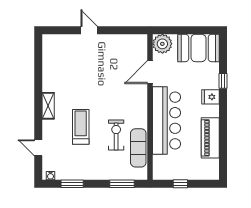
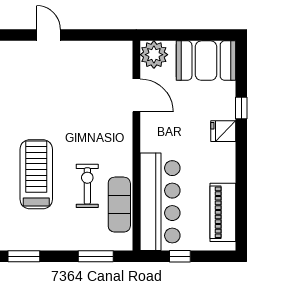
door: (150, 72) -> (136, 95), swing flipped
bar counter: (167, 120) -> (160, 202), moved
treadmill: (81, 127) -> (36, 174), width x1.37, depth x1.38
piano: (210, 138) -> (223, 212), moved

